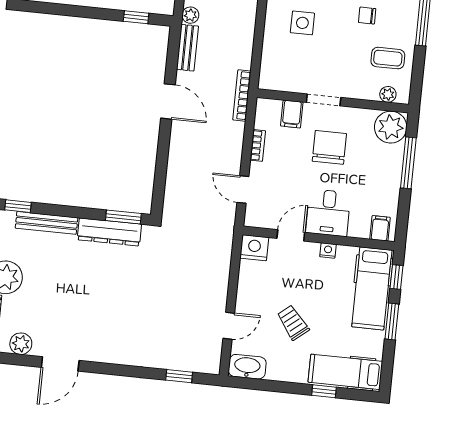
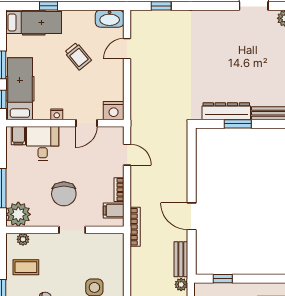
filing cabinet: (292, 114) -> (114, 211), moved, turned -90
desk: (328, 213) -> (43, 143), moved
window: (123, 217) -> (238, 124), moved

